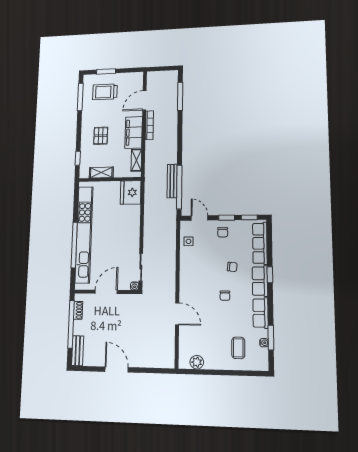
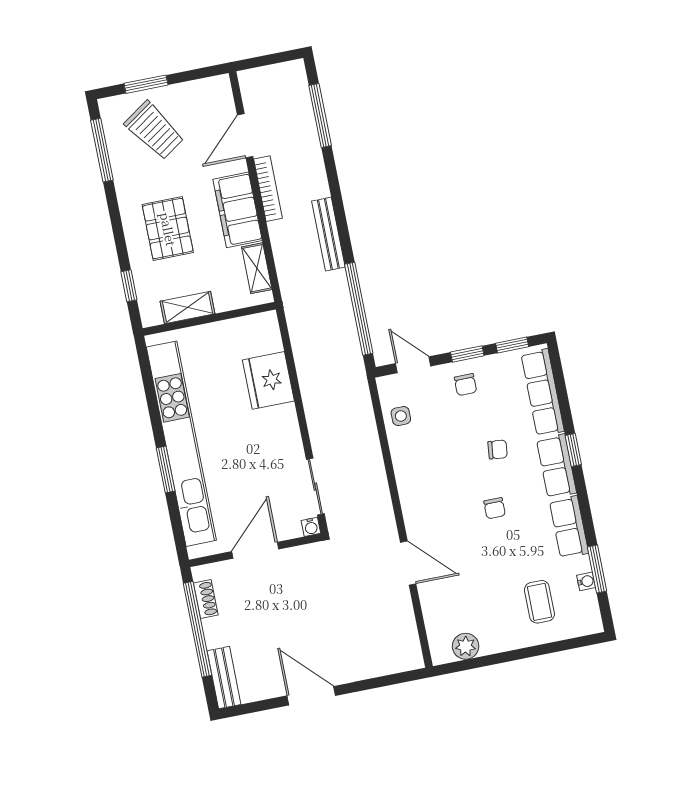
trolley: (105, 92) -> (154, 130), turned -124
pallet: (101, 136) -> (168, 229), width x1.50, depth x1.42
bench: (172, 181) -> (328, 234), moved
fridge: (131, 192) -> (268, 380), moved
window: (74, 245) -> (166, 469), width x0.47

